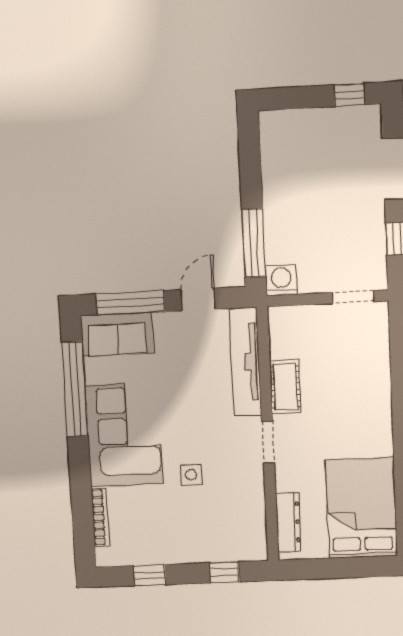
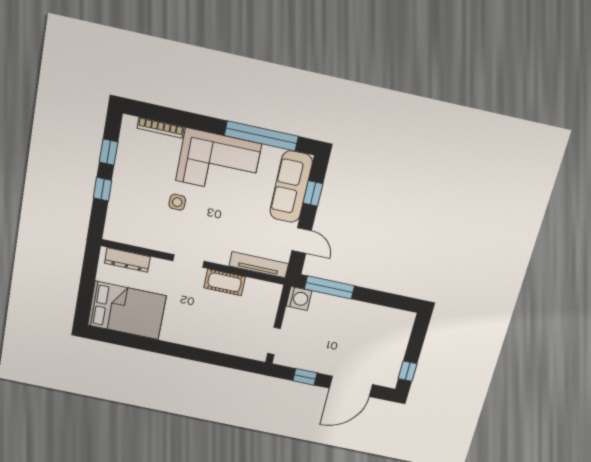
window: (130, 303) -> (313, 193), width x0.46
sofa: (117, 334) -> (291, 187), width x1.36
tv unit: (245, 362) -> (259, 265), width x0.73, depth x0.78
window: (225, 572) -> (103, 189), moved

